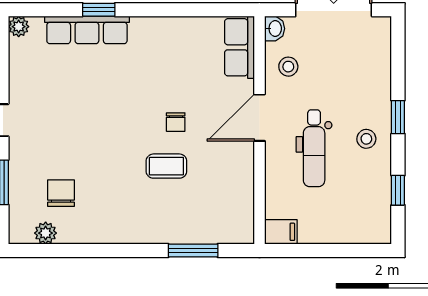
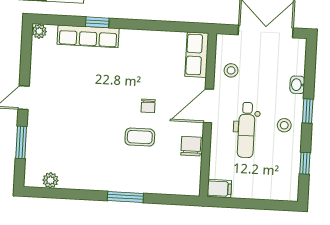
washbasin: (275, 29) -> (297, 85), moved, turned 180
chair: (61, 193) -> (191, 146), moved
window: (193, 251) -> (125, 197), moved

